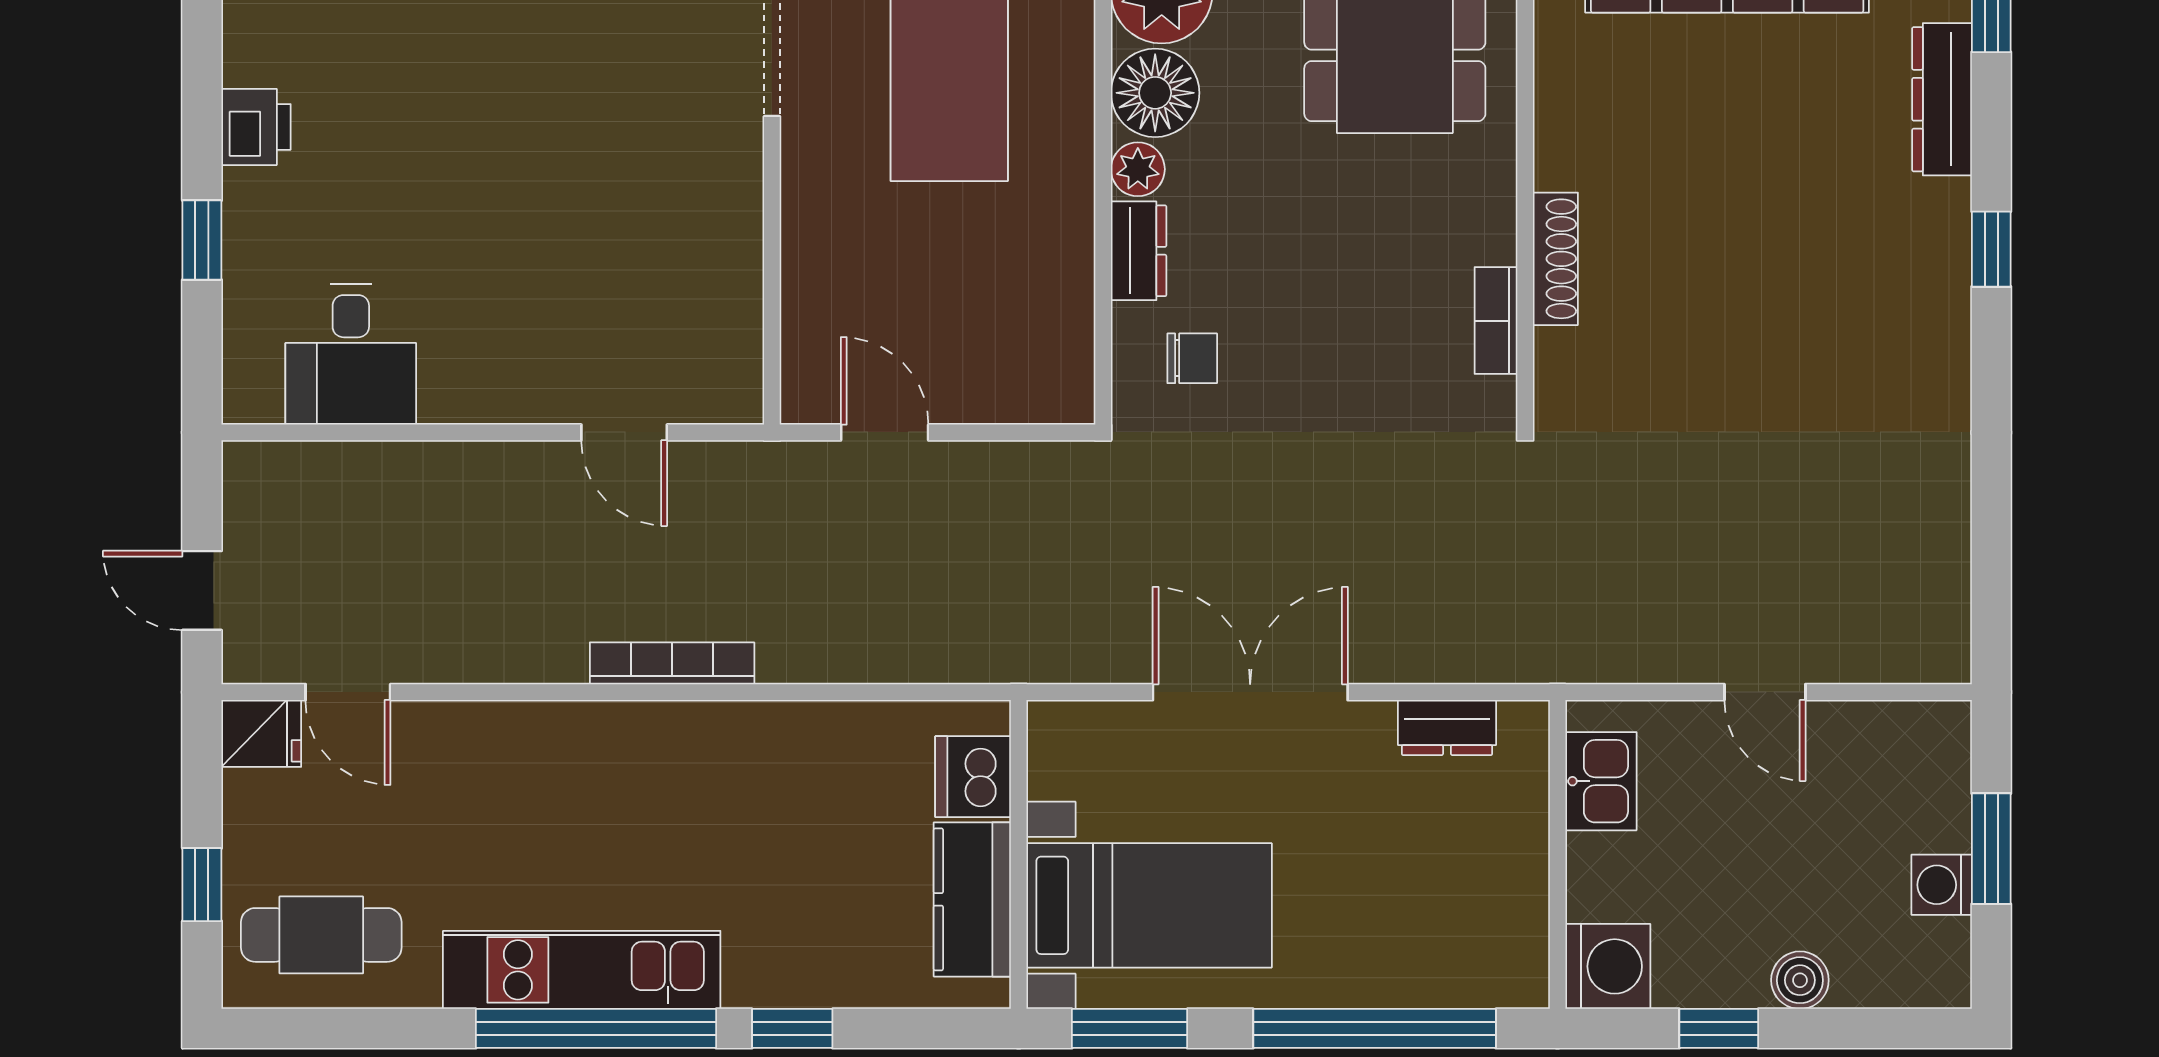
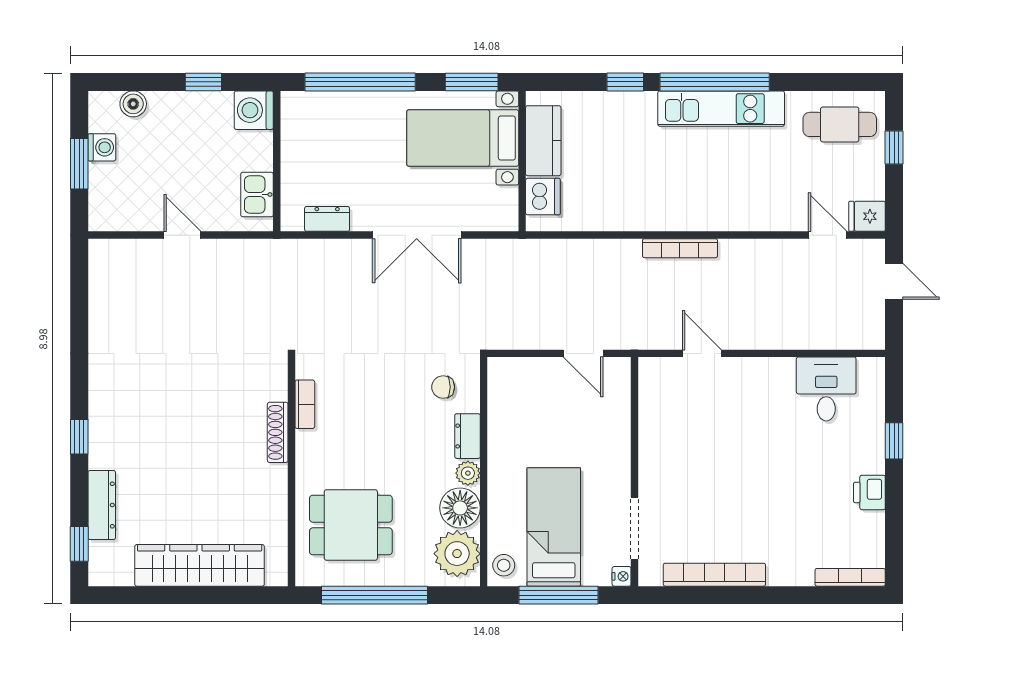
boiler: (1800, 980) -> (133, 104), moved

